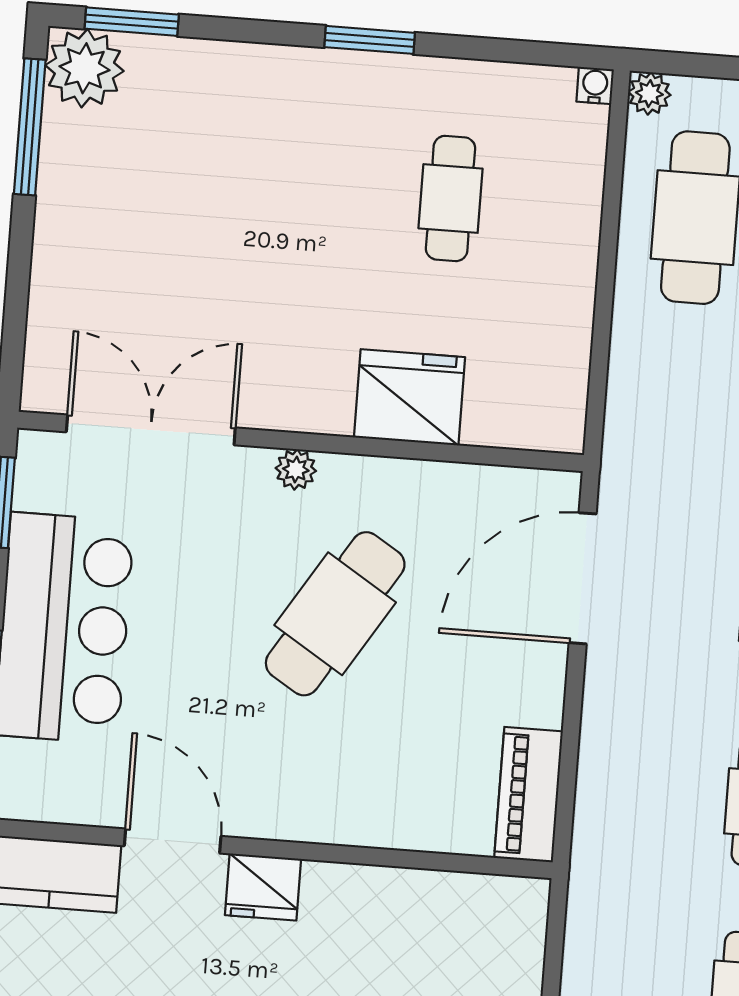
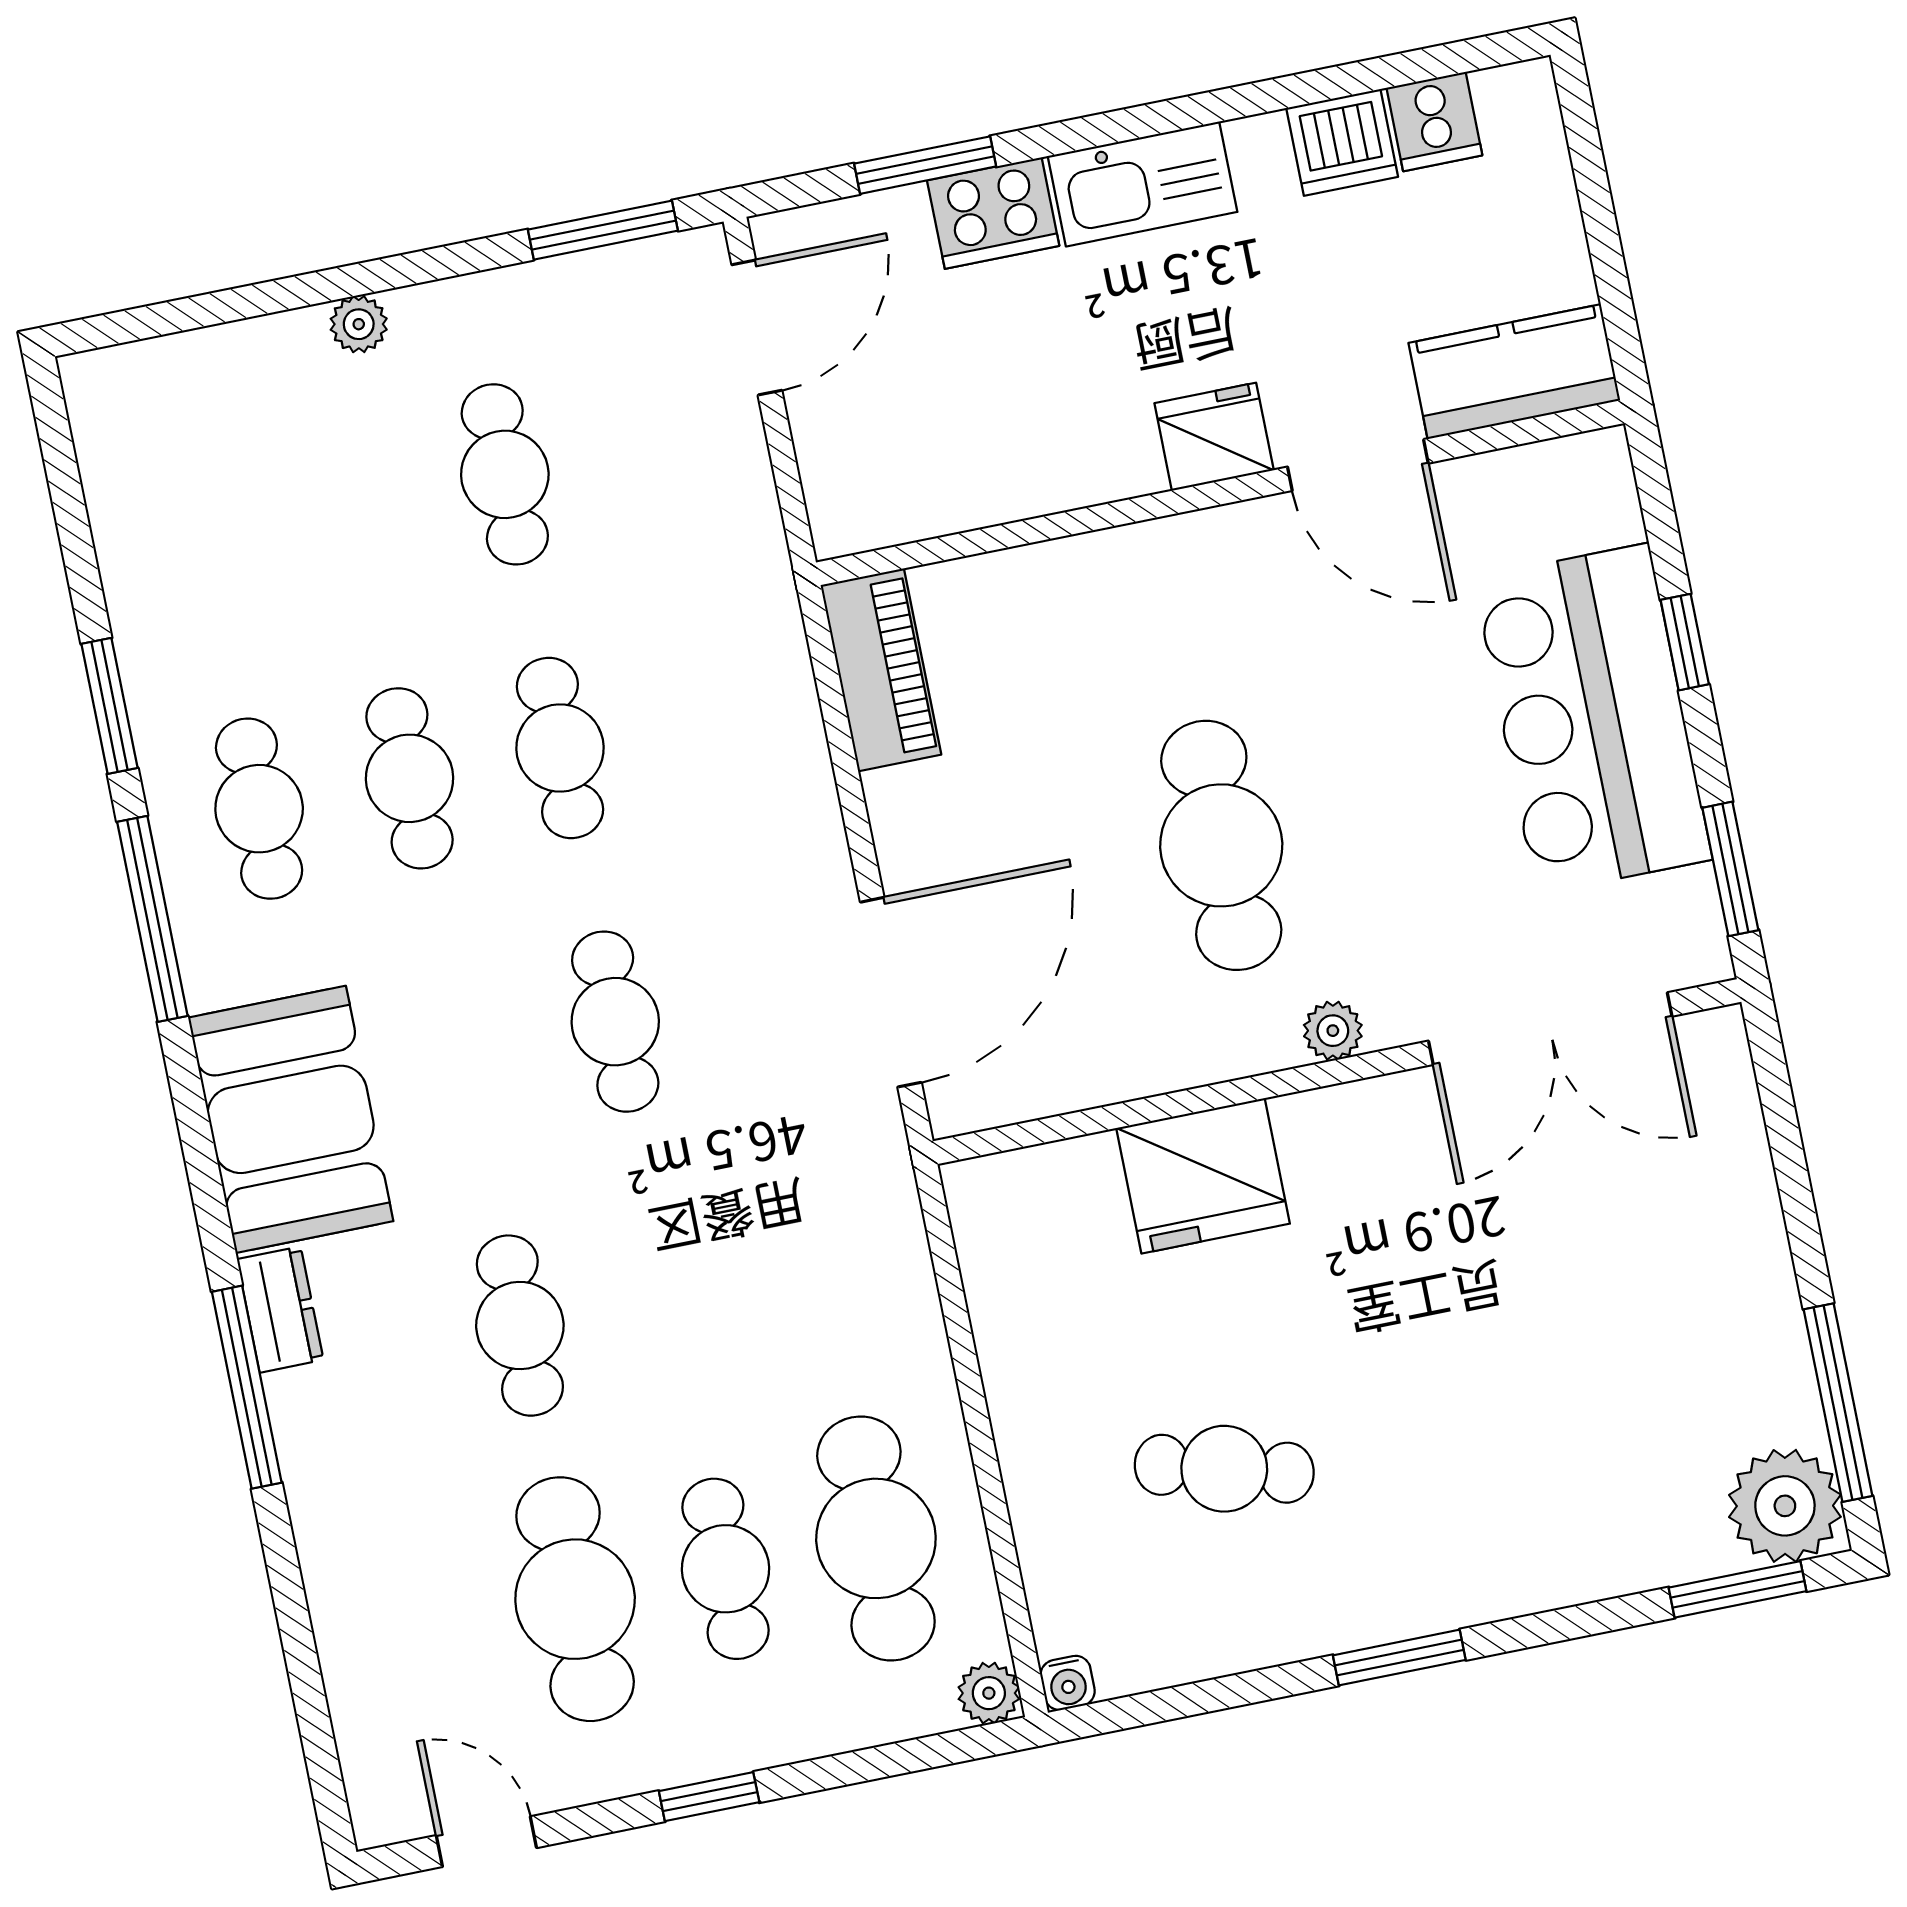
cafe table: (451, 198) -> (1224, 1469), turned -75
cafe table: (335, 614) -> (1221, 845), turned -32

